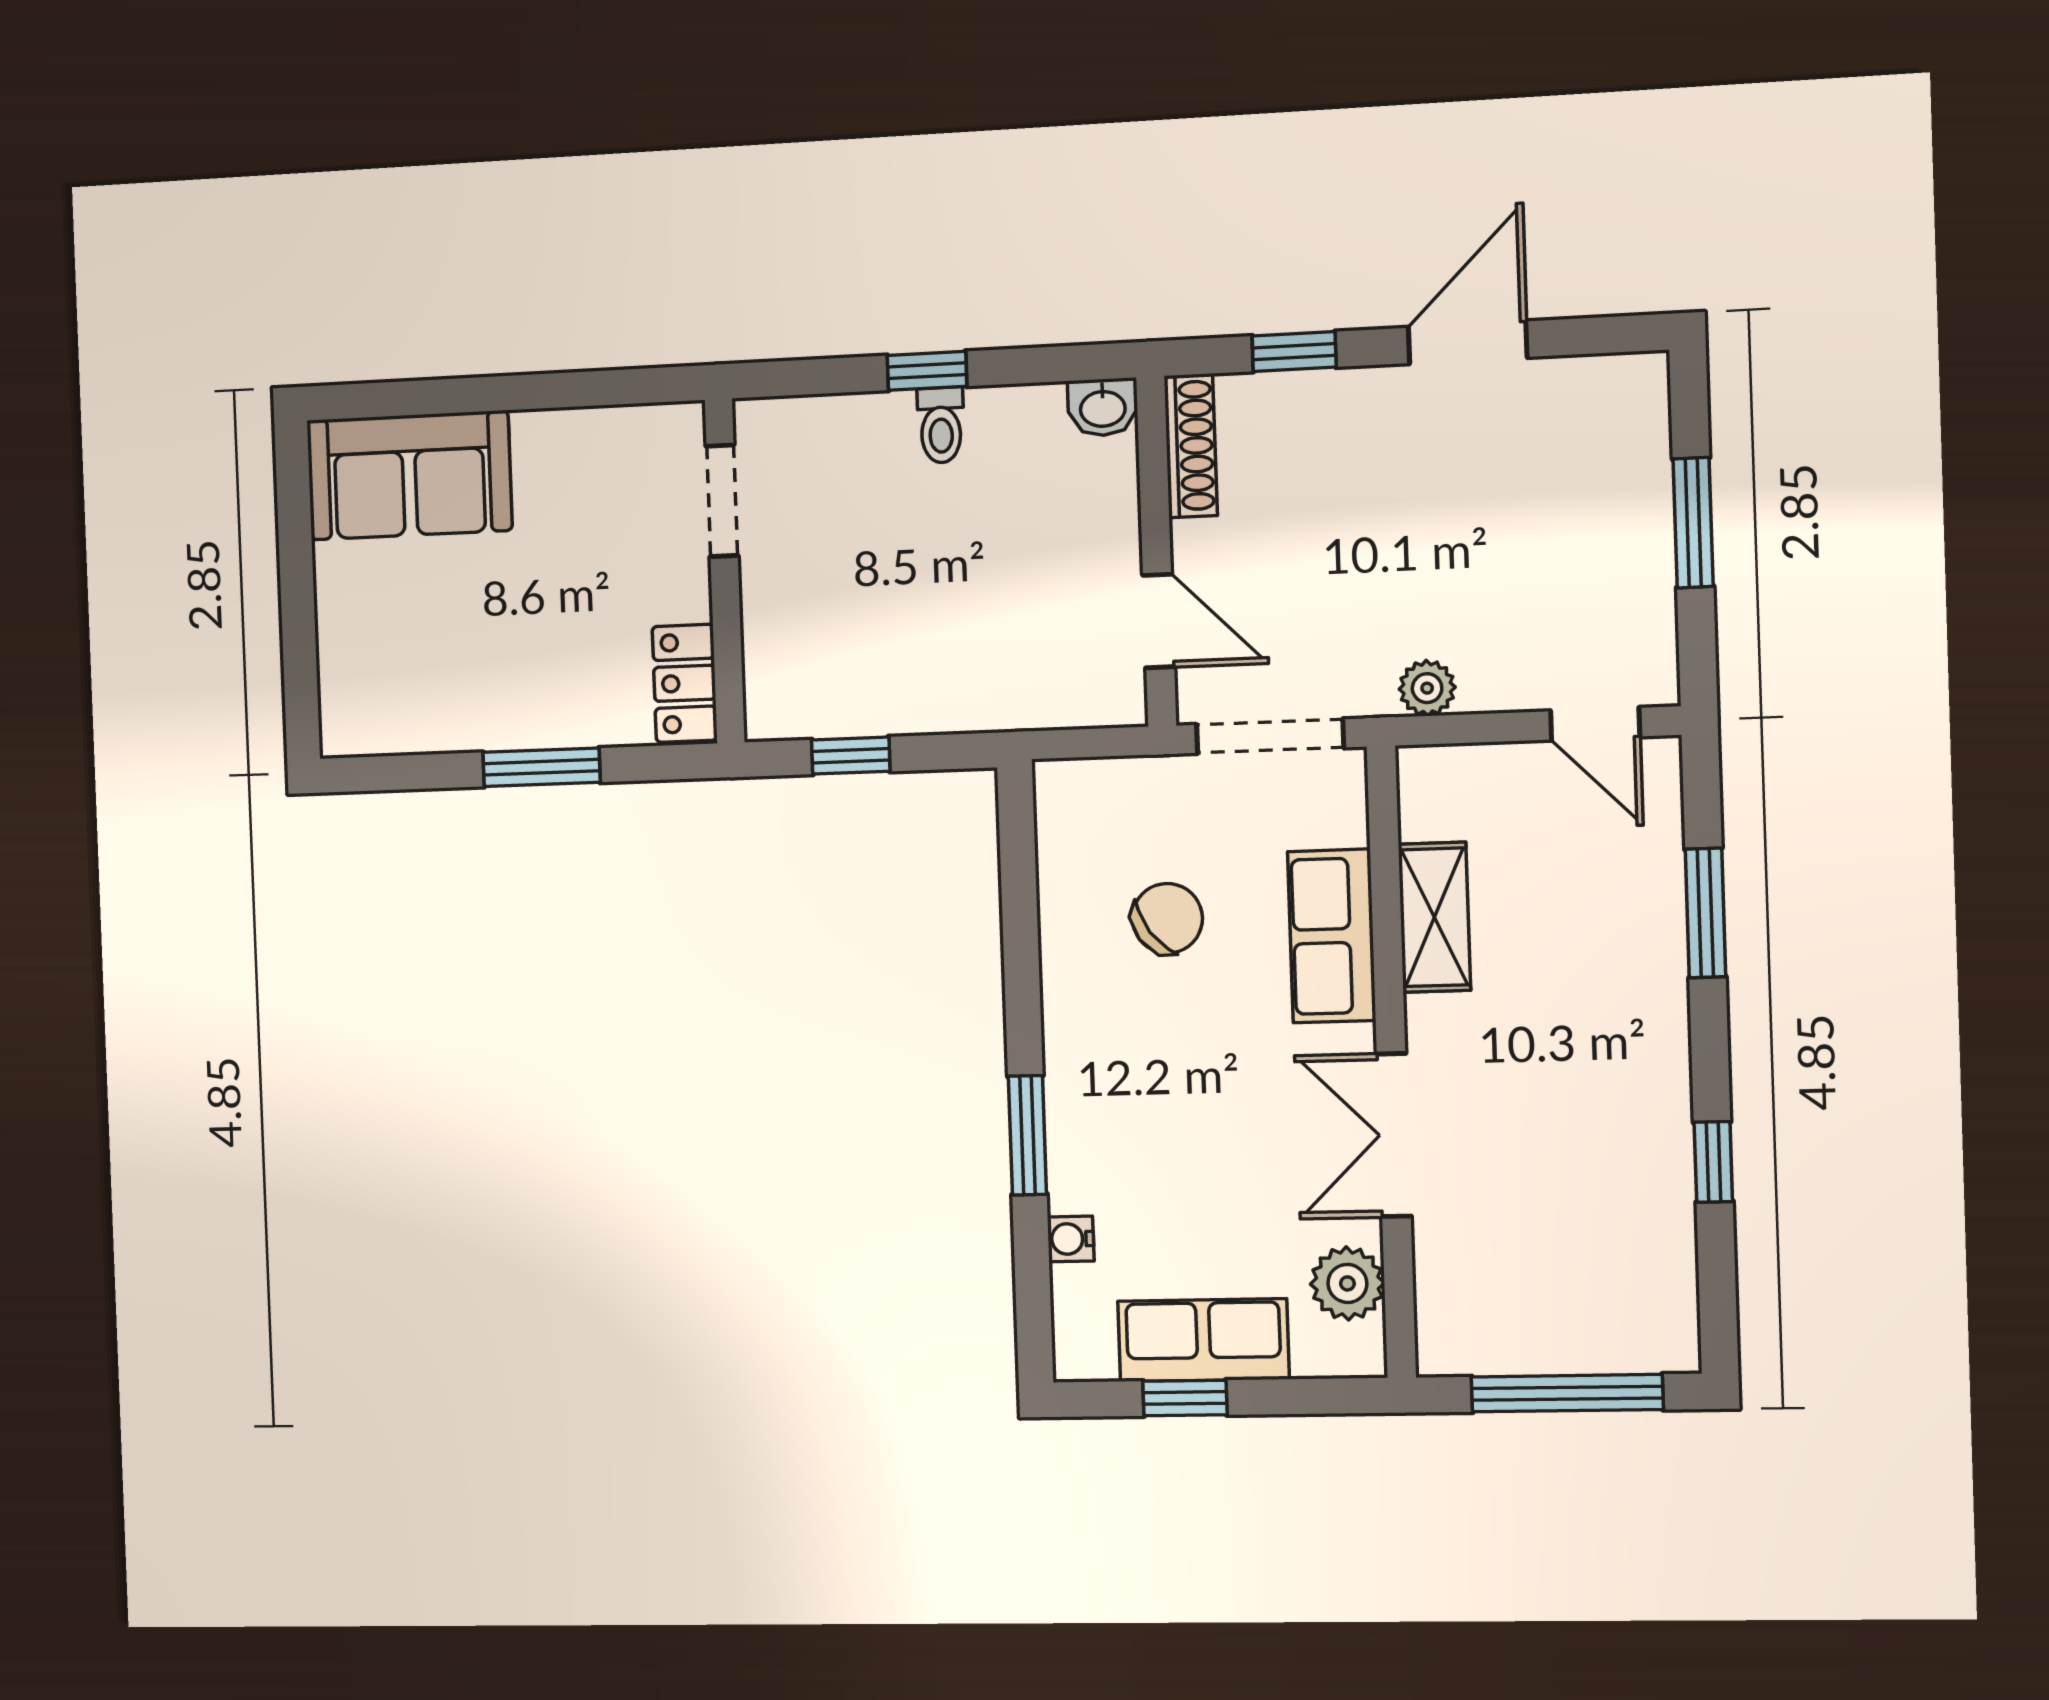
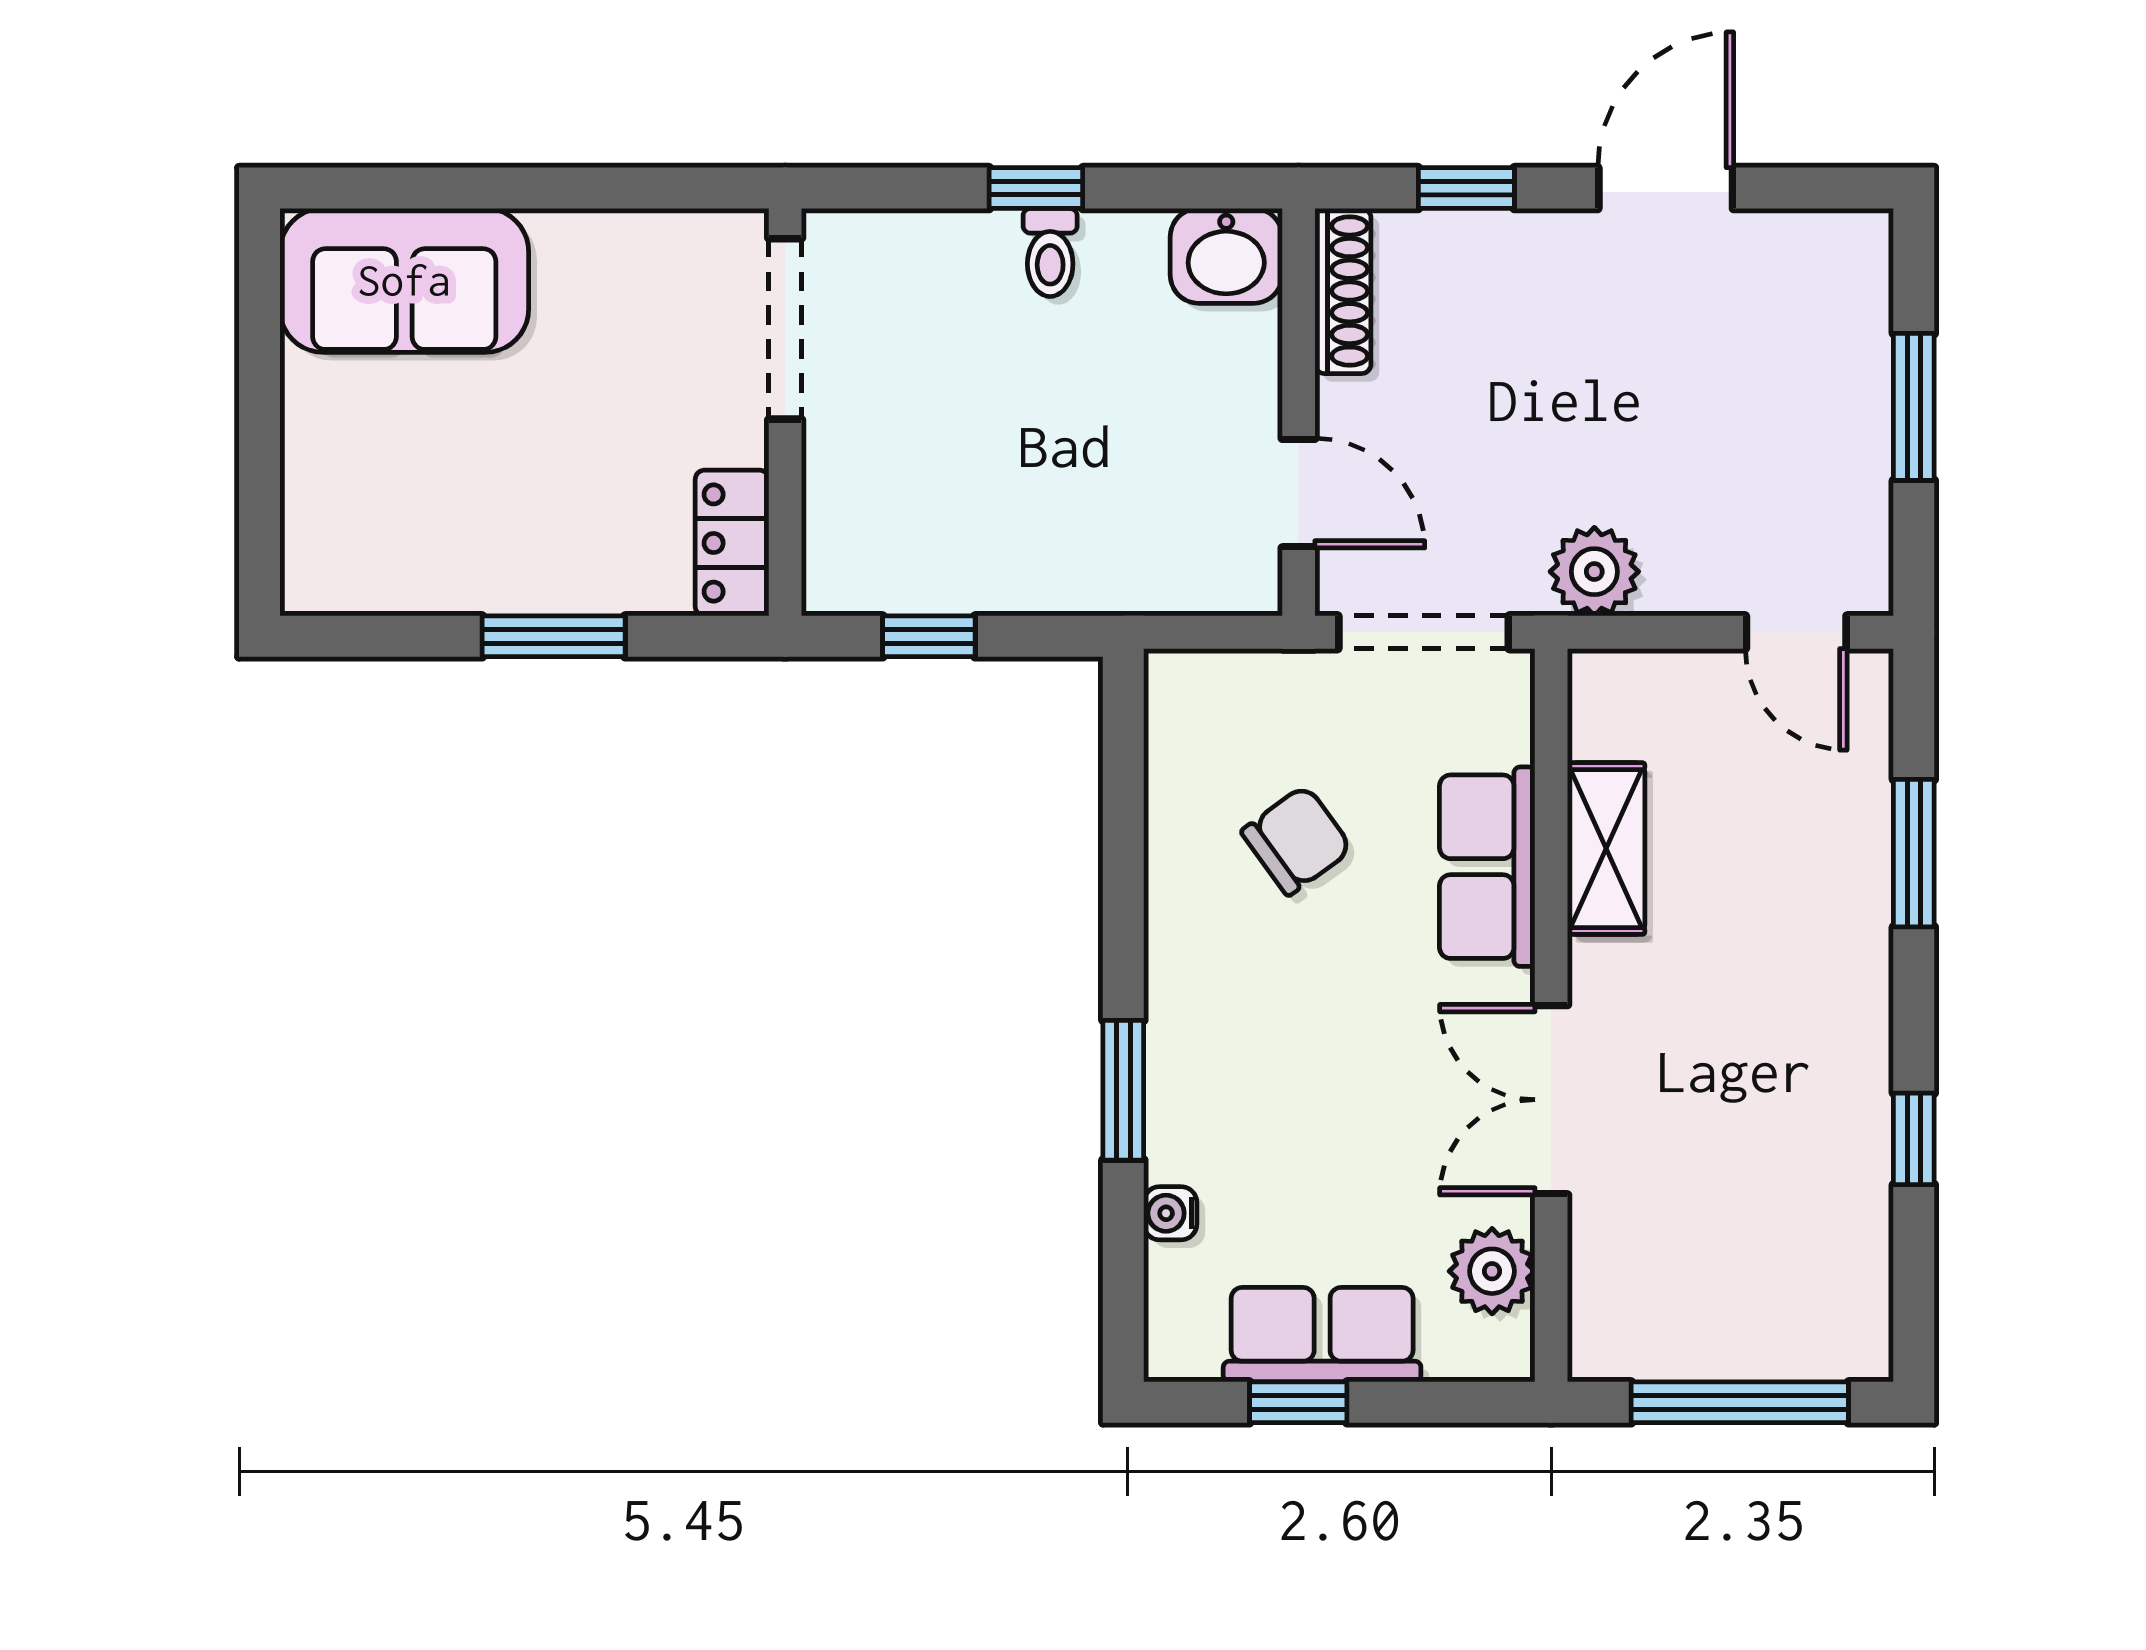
washbasin: (1103, 407) -> (1226, 256), width x1.38, depth x1.45
doorway: (722, 501) -> (785, 329), width x1.38
plant: (1427, 688) -> (1594, 572), width x1.38, depth x1.38

